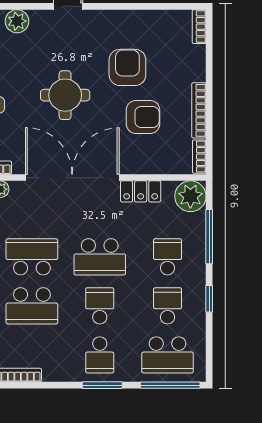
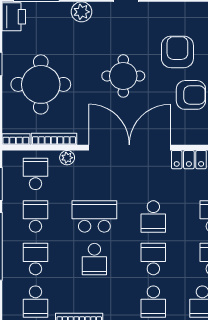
school desk: (100, 257) -> (153, 216), width x0.54
school desk: (32, 306) -> (94, 259), width x0.54

